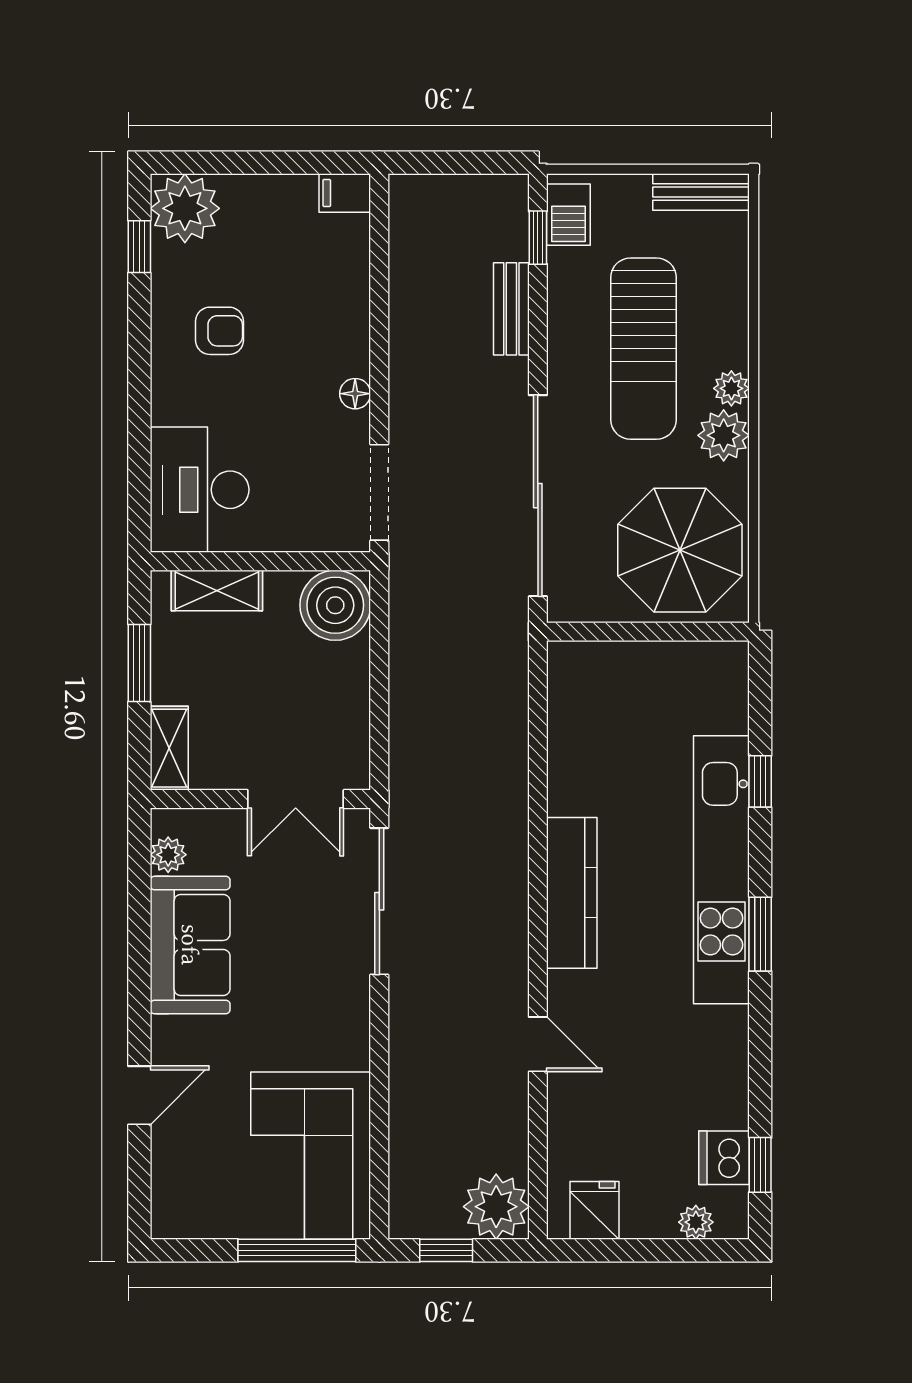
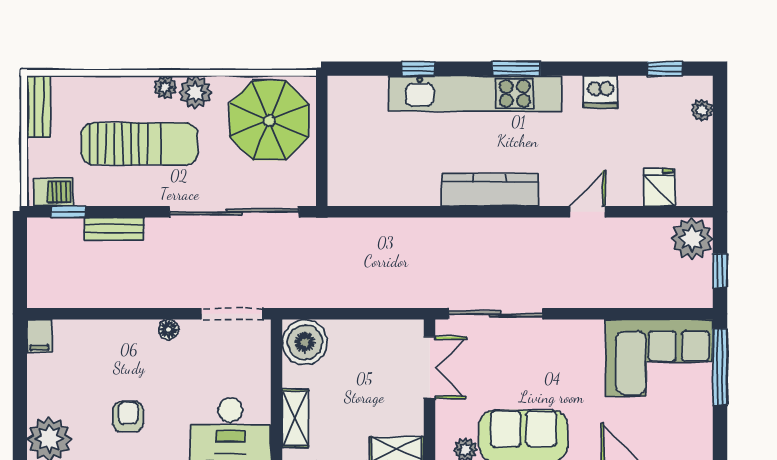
dishwasher: (724, 1158) -> (600, 92), moved
fridge: (594, 1210) -> (659, 187), moved, turned 90

